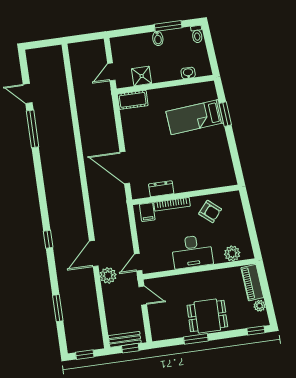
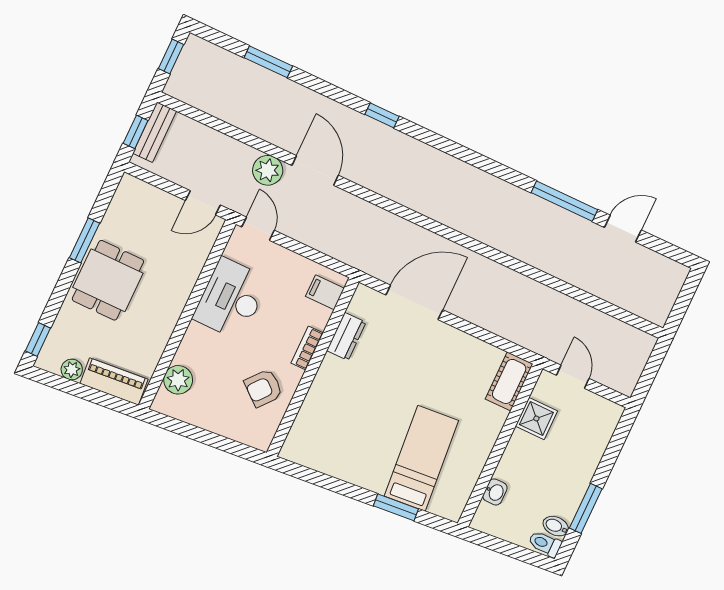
bidet: (158, 38) -> (556, 526), moved
bookcase: (172, 204) -> (307, 348), width x0.64
desk: (192, 252) -> (231, 299), moved

